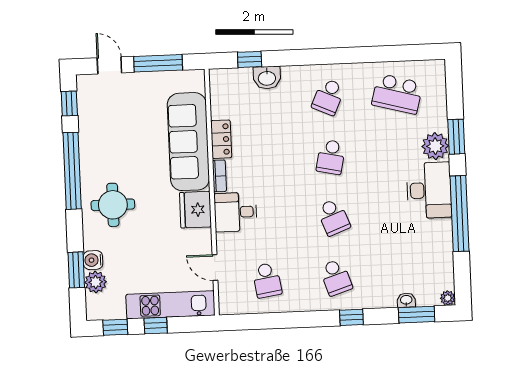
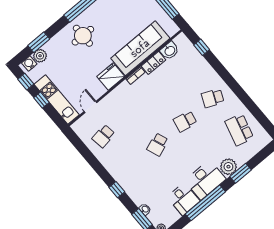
washbasin: (267, 78) -> (170, 51), moved, turned -90
desk: (235, 212) -> (183, 199), moved, turned 180
water cooler: (93, 260) -> (29, 64), moved
school desk: (336, 277) -> (130, 168), removed

